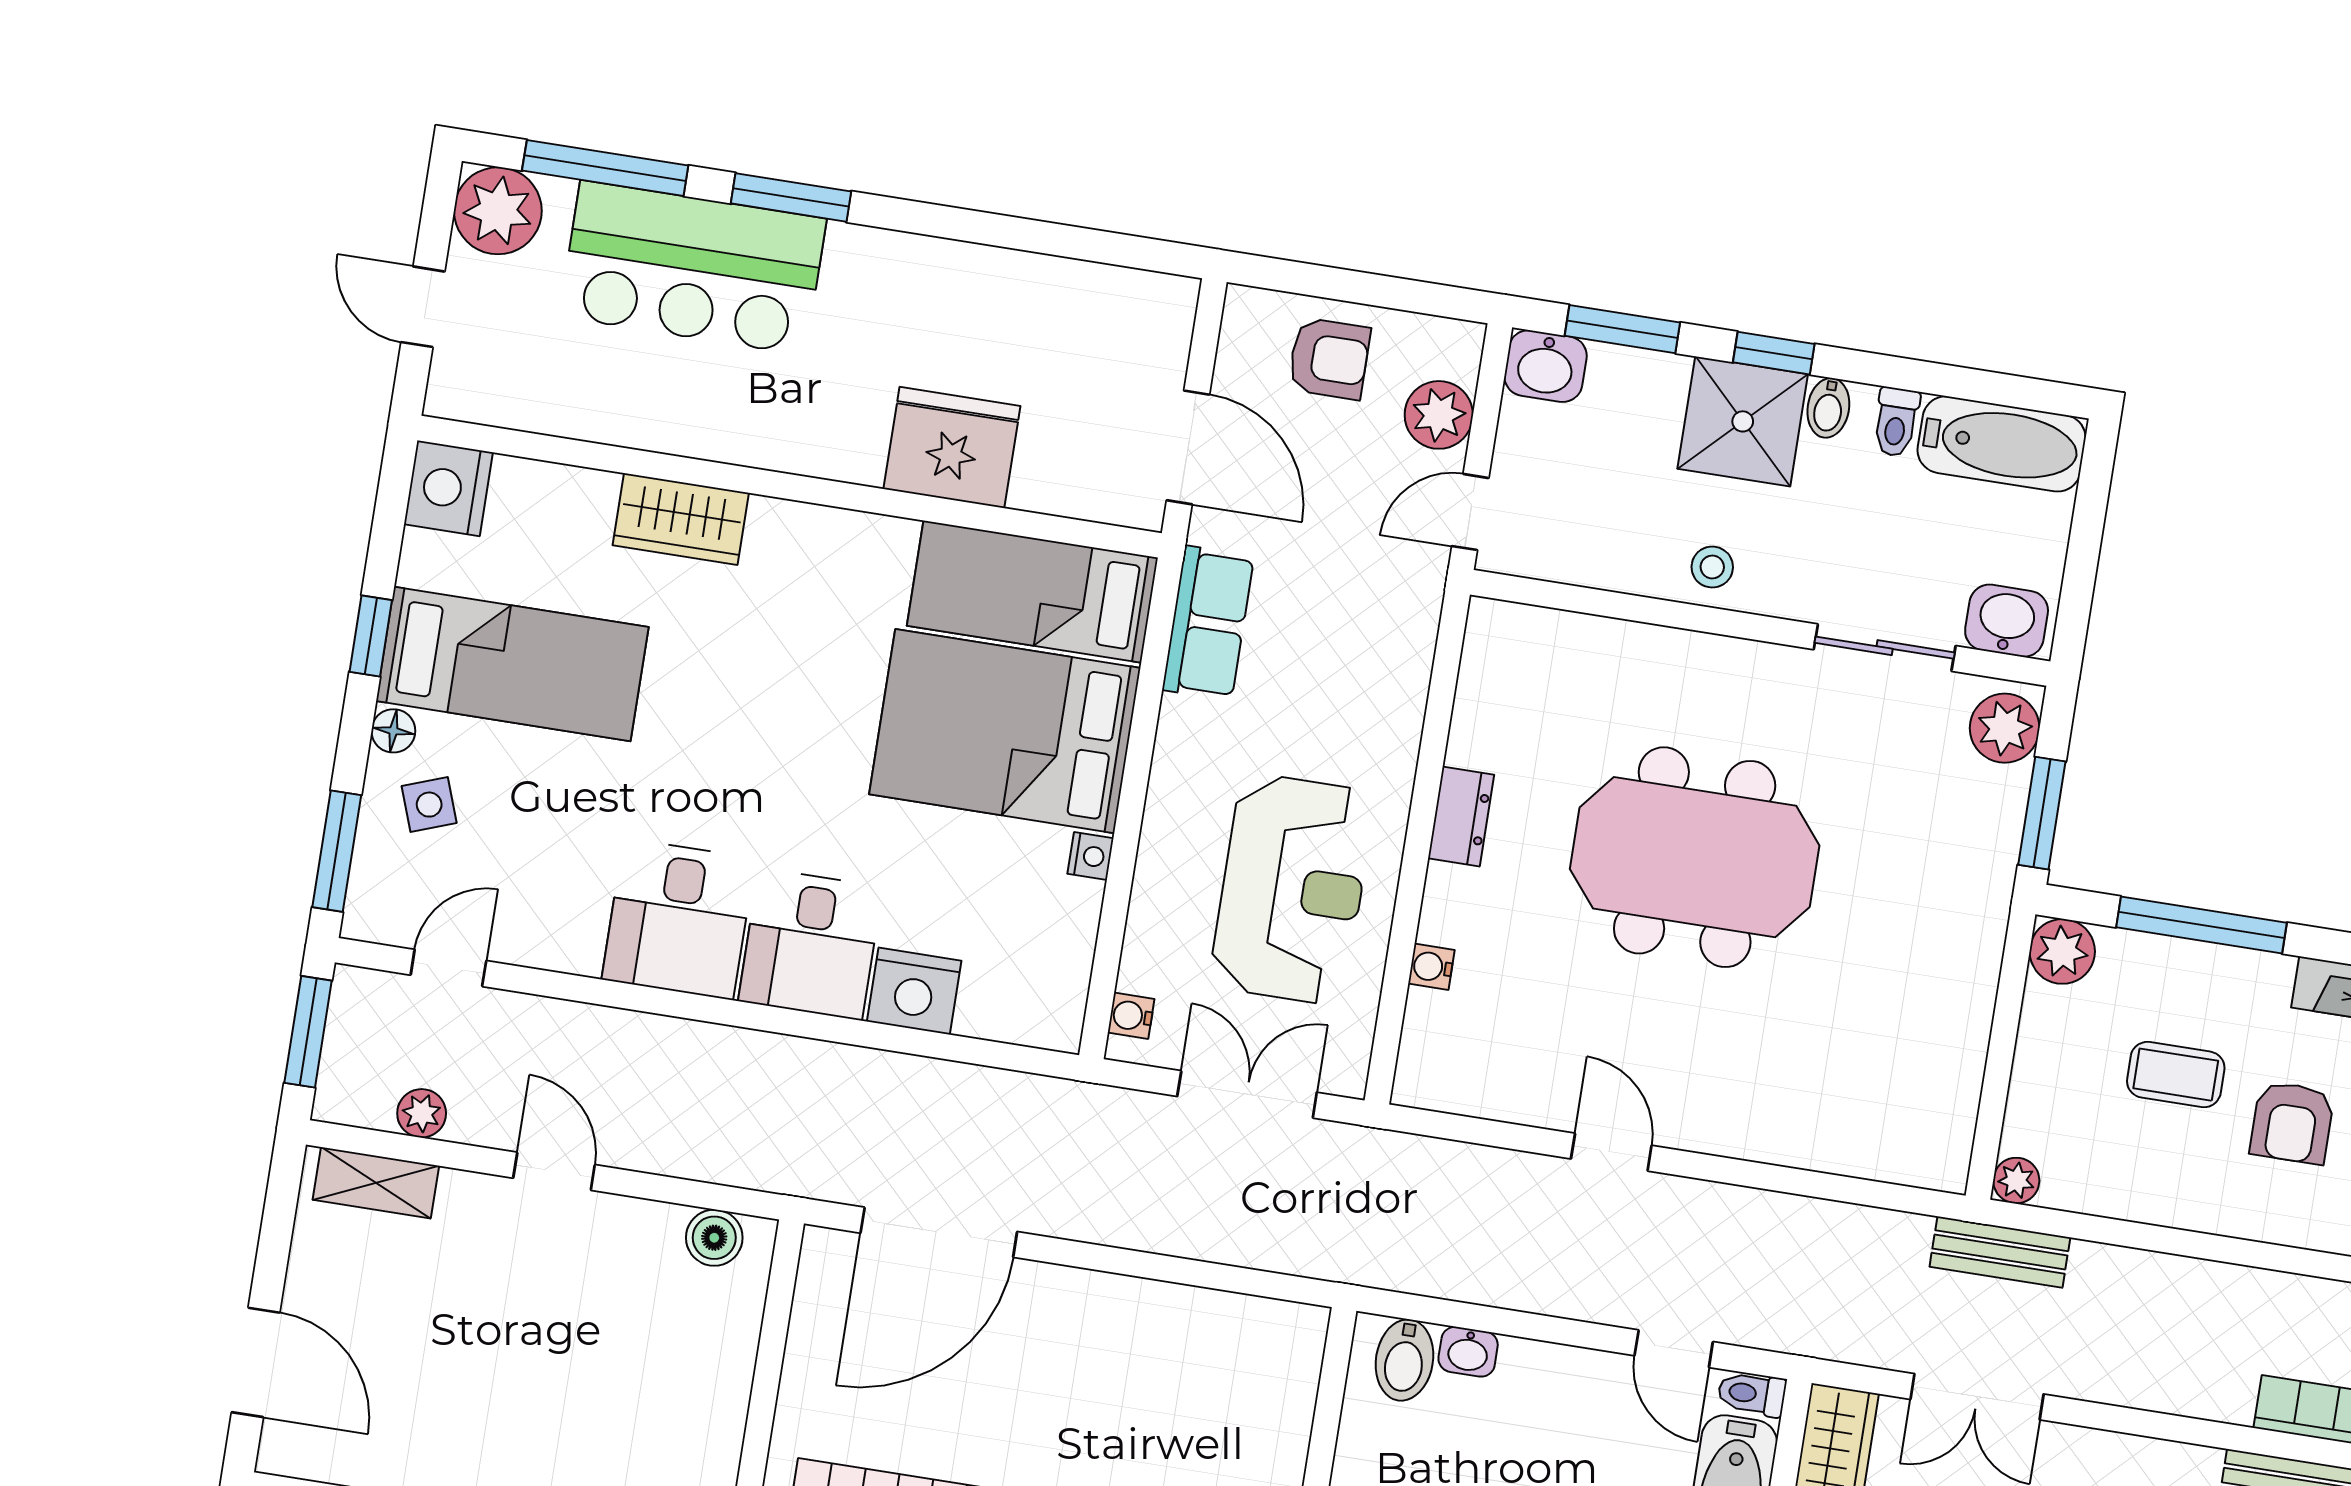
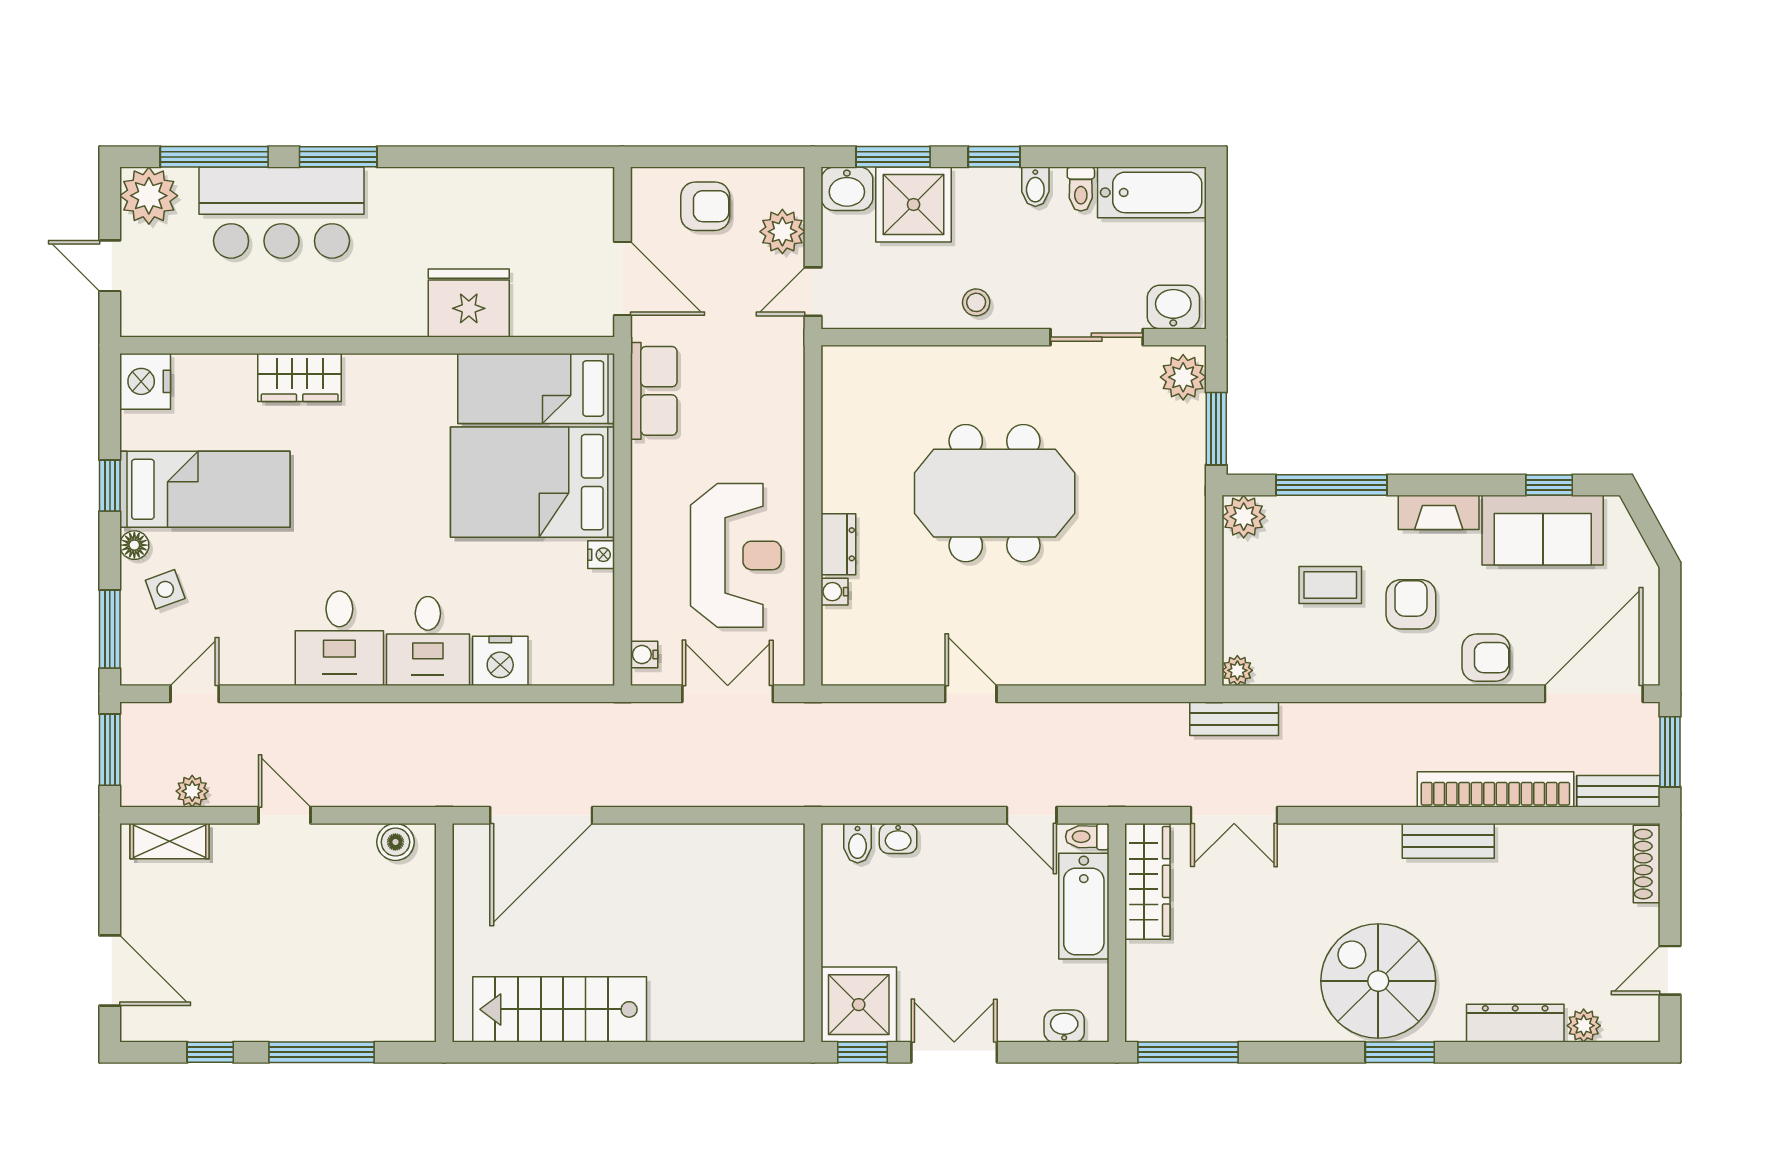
shower: (1743, 421) -> (914, 204), moved
dresser: (1461, 816) -> (838, 544), moved
armchair: (2292, 1123) -> (1411, 604), turned 180
bidet: (1404, 1360) -> (858, 843), width x0.72, depth x0.74

